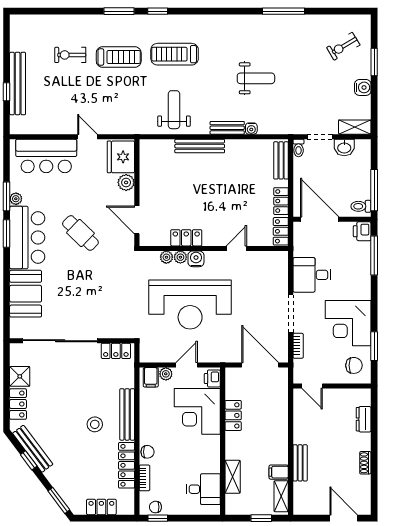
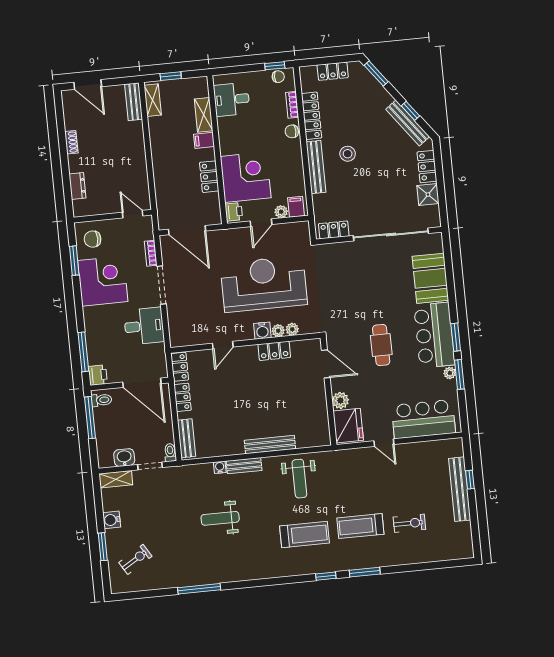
cafe table: (80, 233) -> (381, 345), turned 46
bench: (300, 463) -> (134, 102), moved
filing cabinet: (279, 472) -> (204, 140), moved, turned 180

